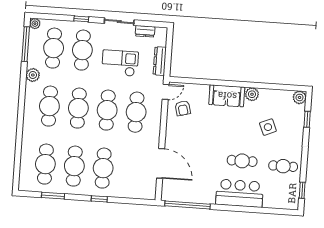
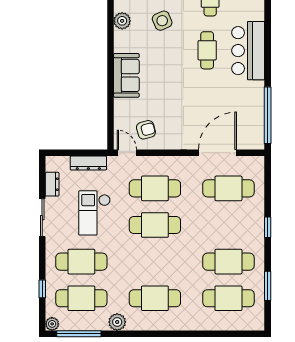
window: (81, 19) -> (42, 289), moved
plant: (252, 94) -> (122, 21), moved
cafe table: (78, 108) -> (155, 262), removed
cafe table: (103, 168) -> (228, 188), moved

